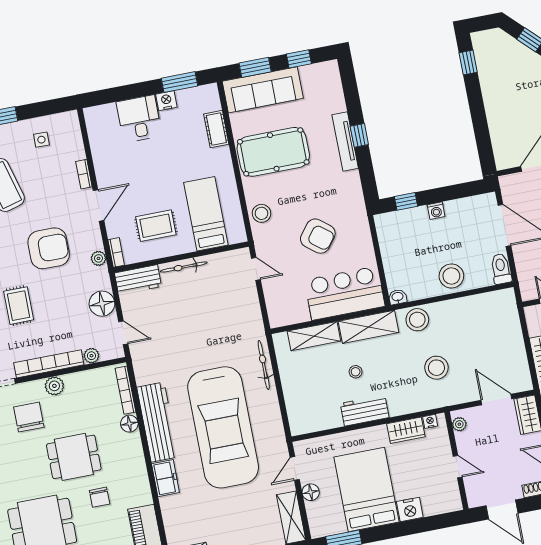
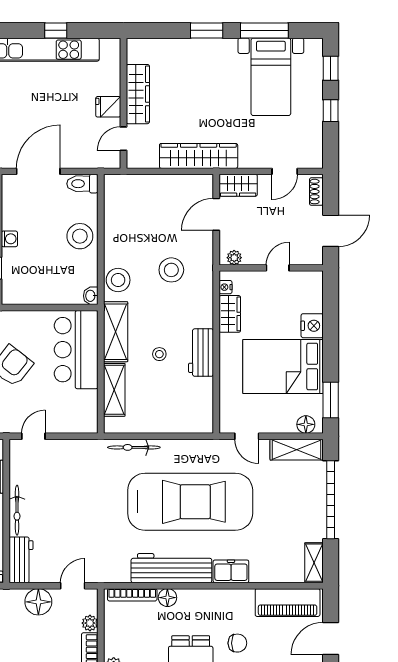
floor lamp: (311, 492) -> (306, 424), moved

